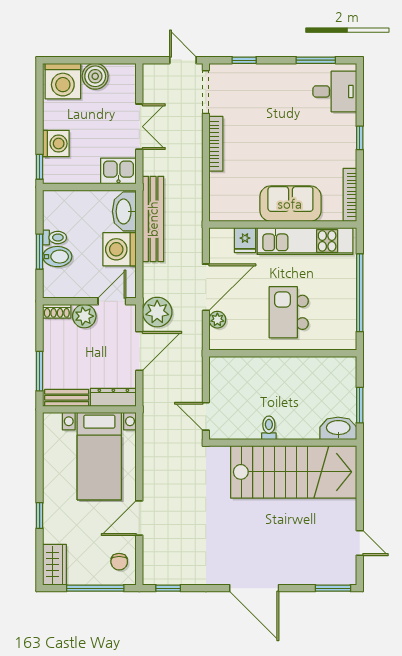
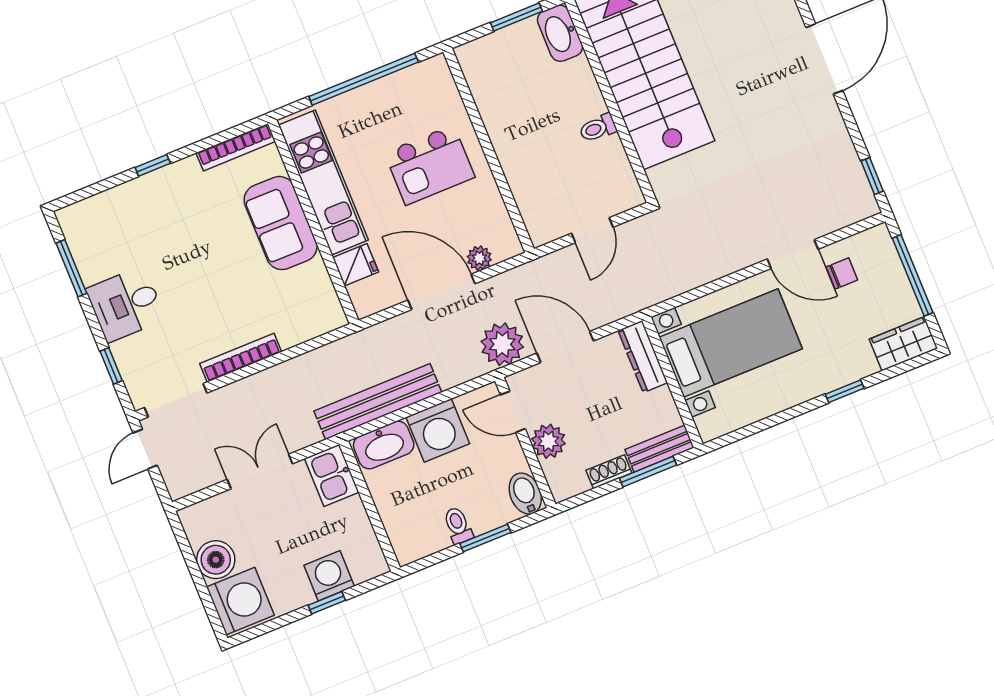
desk: (335, 91) -> (126, 304), moved, turned -90
window: (40, 167) -> (327, 603), moved
bidet: (57, 257) -> (525, 494), moved
shoe rack: (57, 311) -> (609, 472), moved, turned -90
bench: (67, 398) -> (660, 449), moved, turned 90
door: (206, 416) -> (592, 230), moved
chair: (119, 562) -> (842, 273), moved

